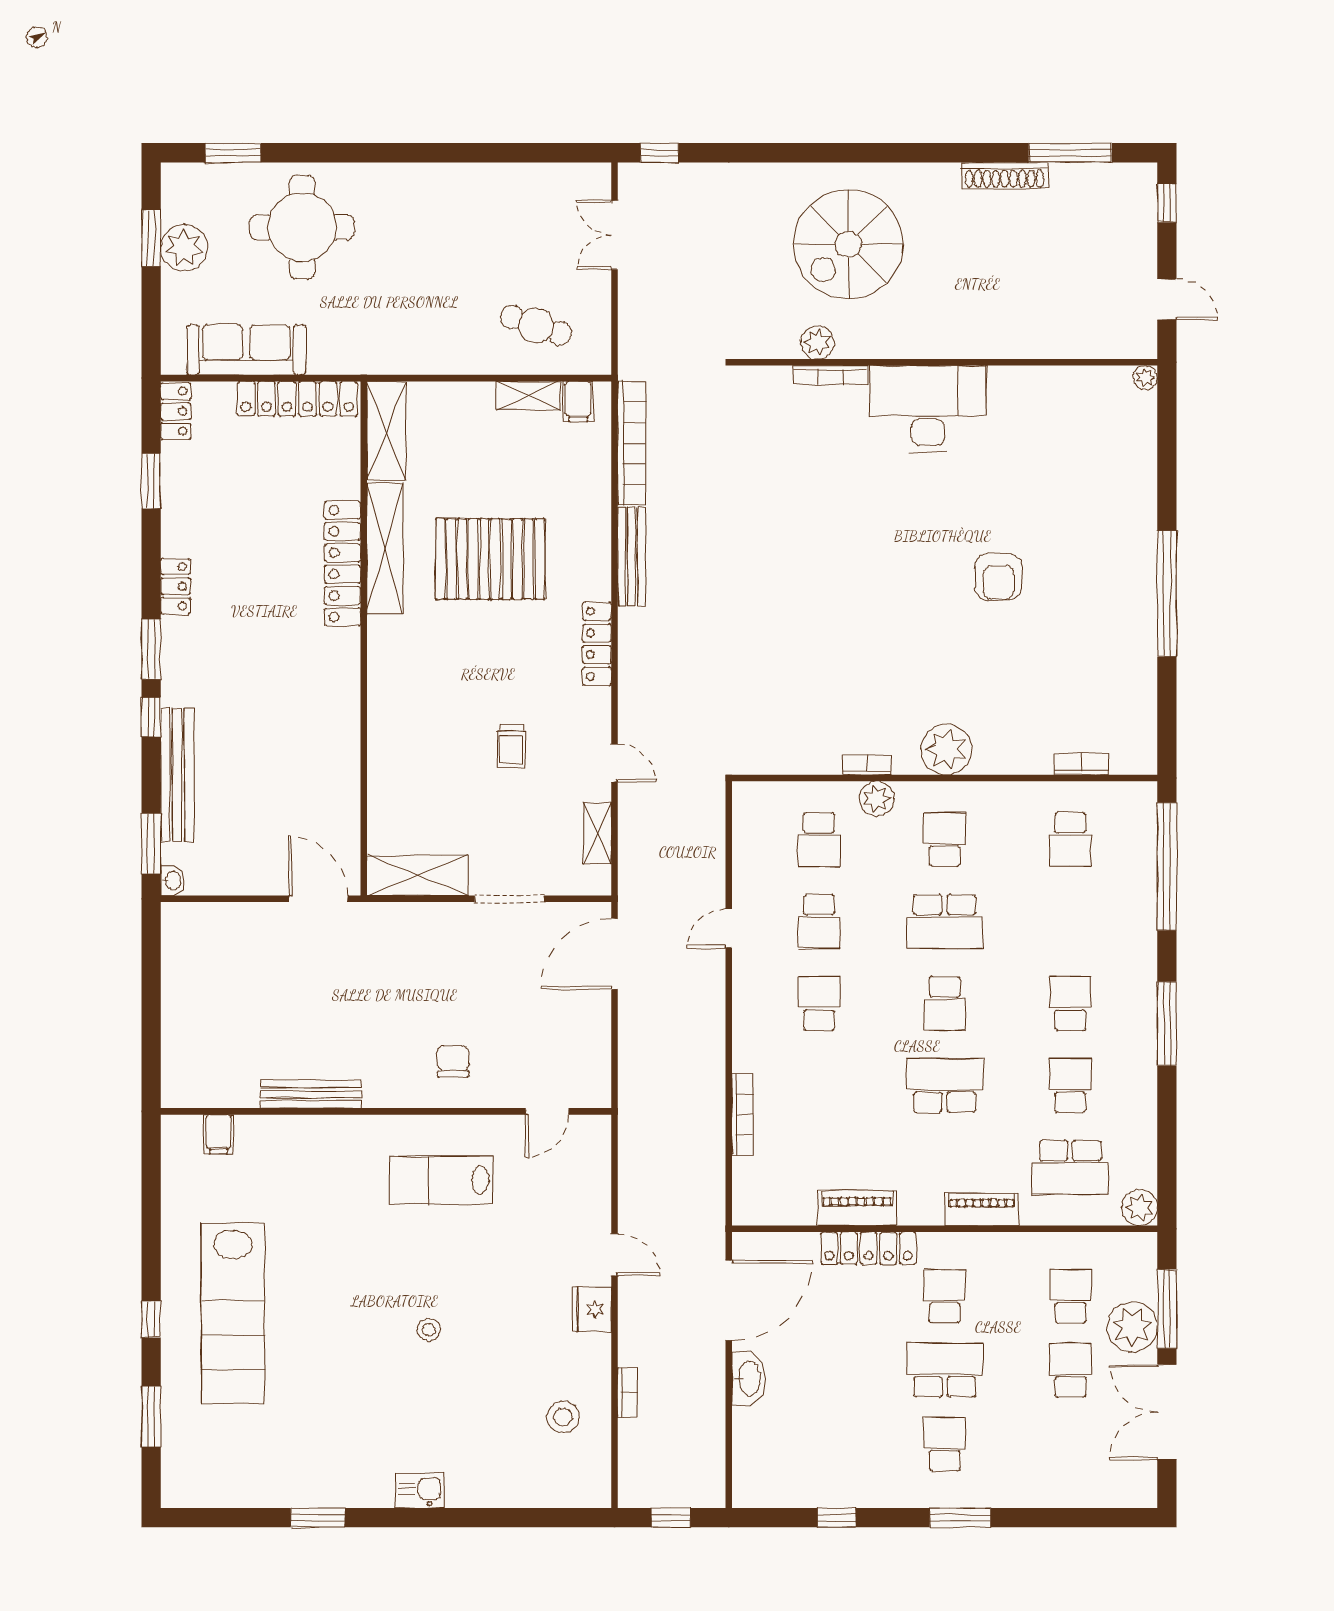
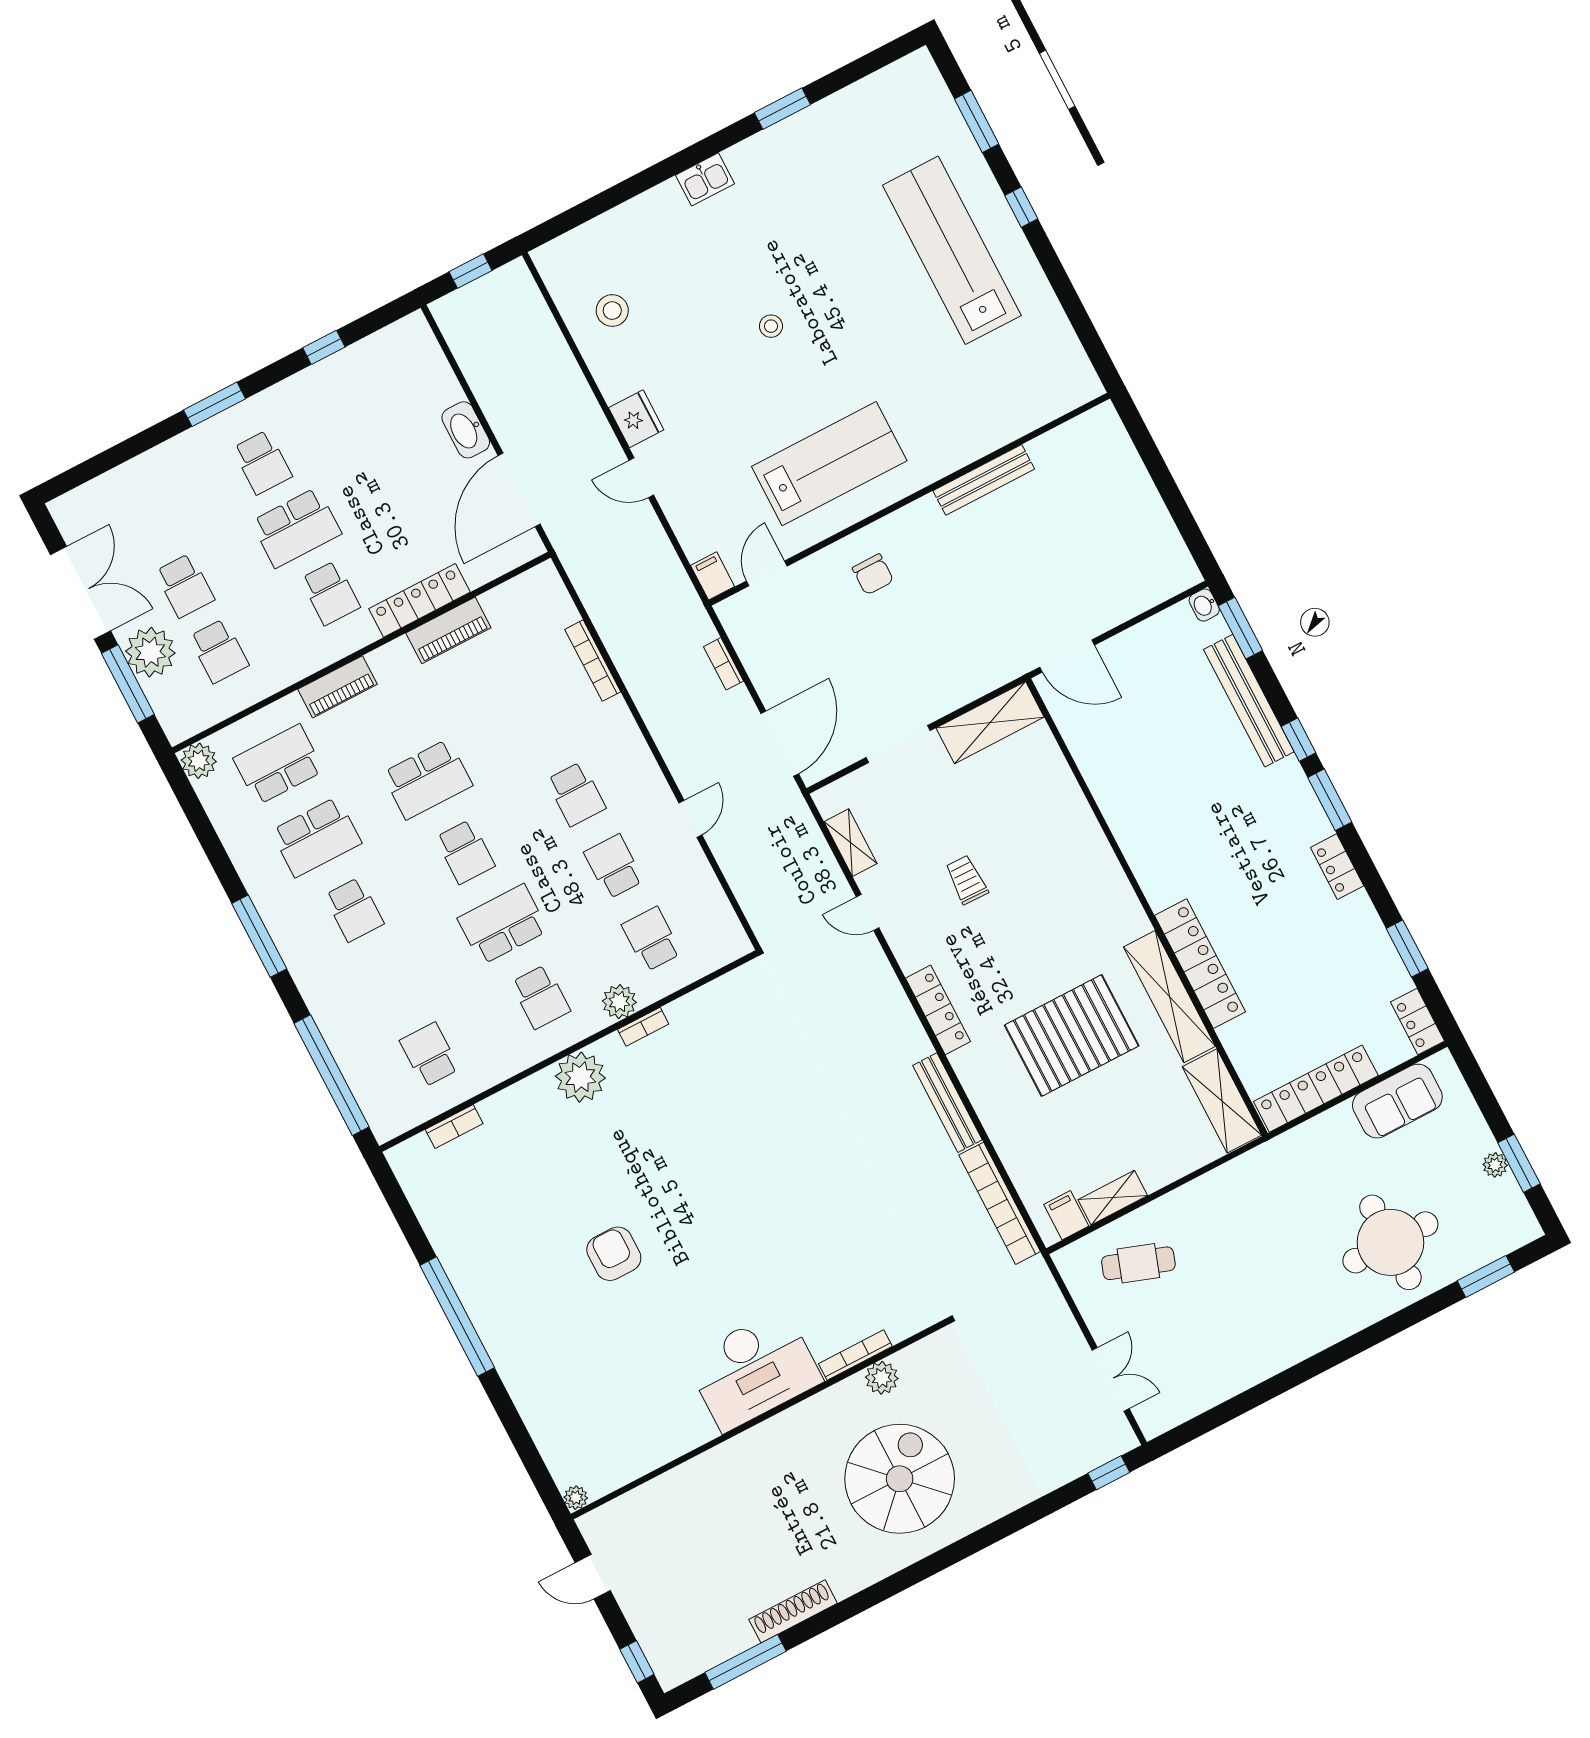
plant: (184, 248) -> (1495, 1165), width x0.53, depth x0.53
sofa: (246, 350) -> (1397, 1101), width x0.73
school desk: (945, 1003) -> (465, 852), turned 180
school desk: (1070, 1085) -> (316, 837), width x1.85
filing cabinet: (219, 1134) -> (713, 576), moved
lab bench: (441, 1180) -> (829, 464), width x1.36, depth x1.39
bookcase: (628, 1393) -> (724, 664), moved

